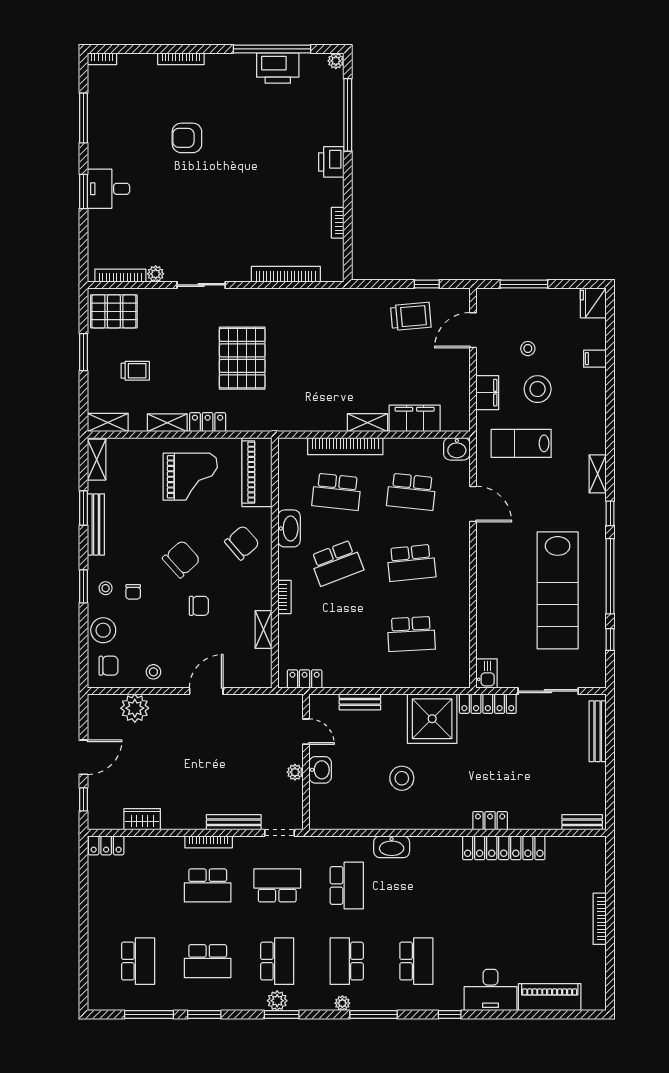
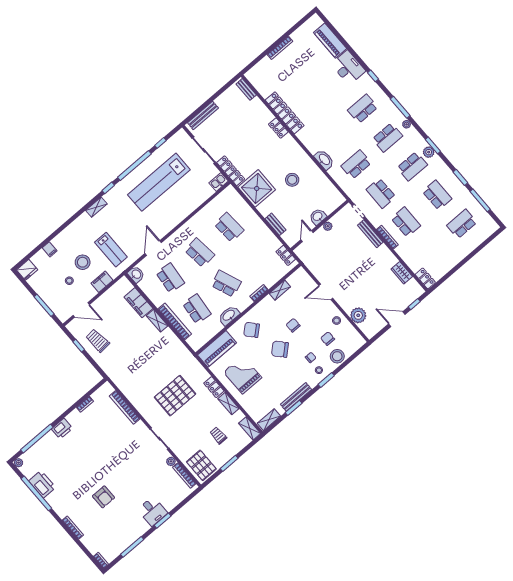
lab bench: (558, 590) -> (159, 182), turned 180
chair: (109, 666) -> (328, 339), moved
school desk: (277, 961) -> (412, 166), turned 180

